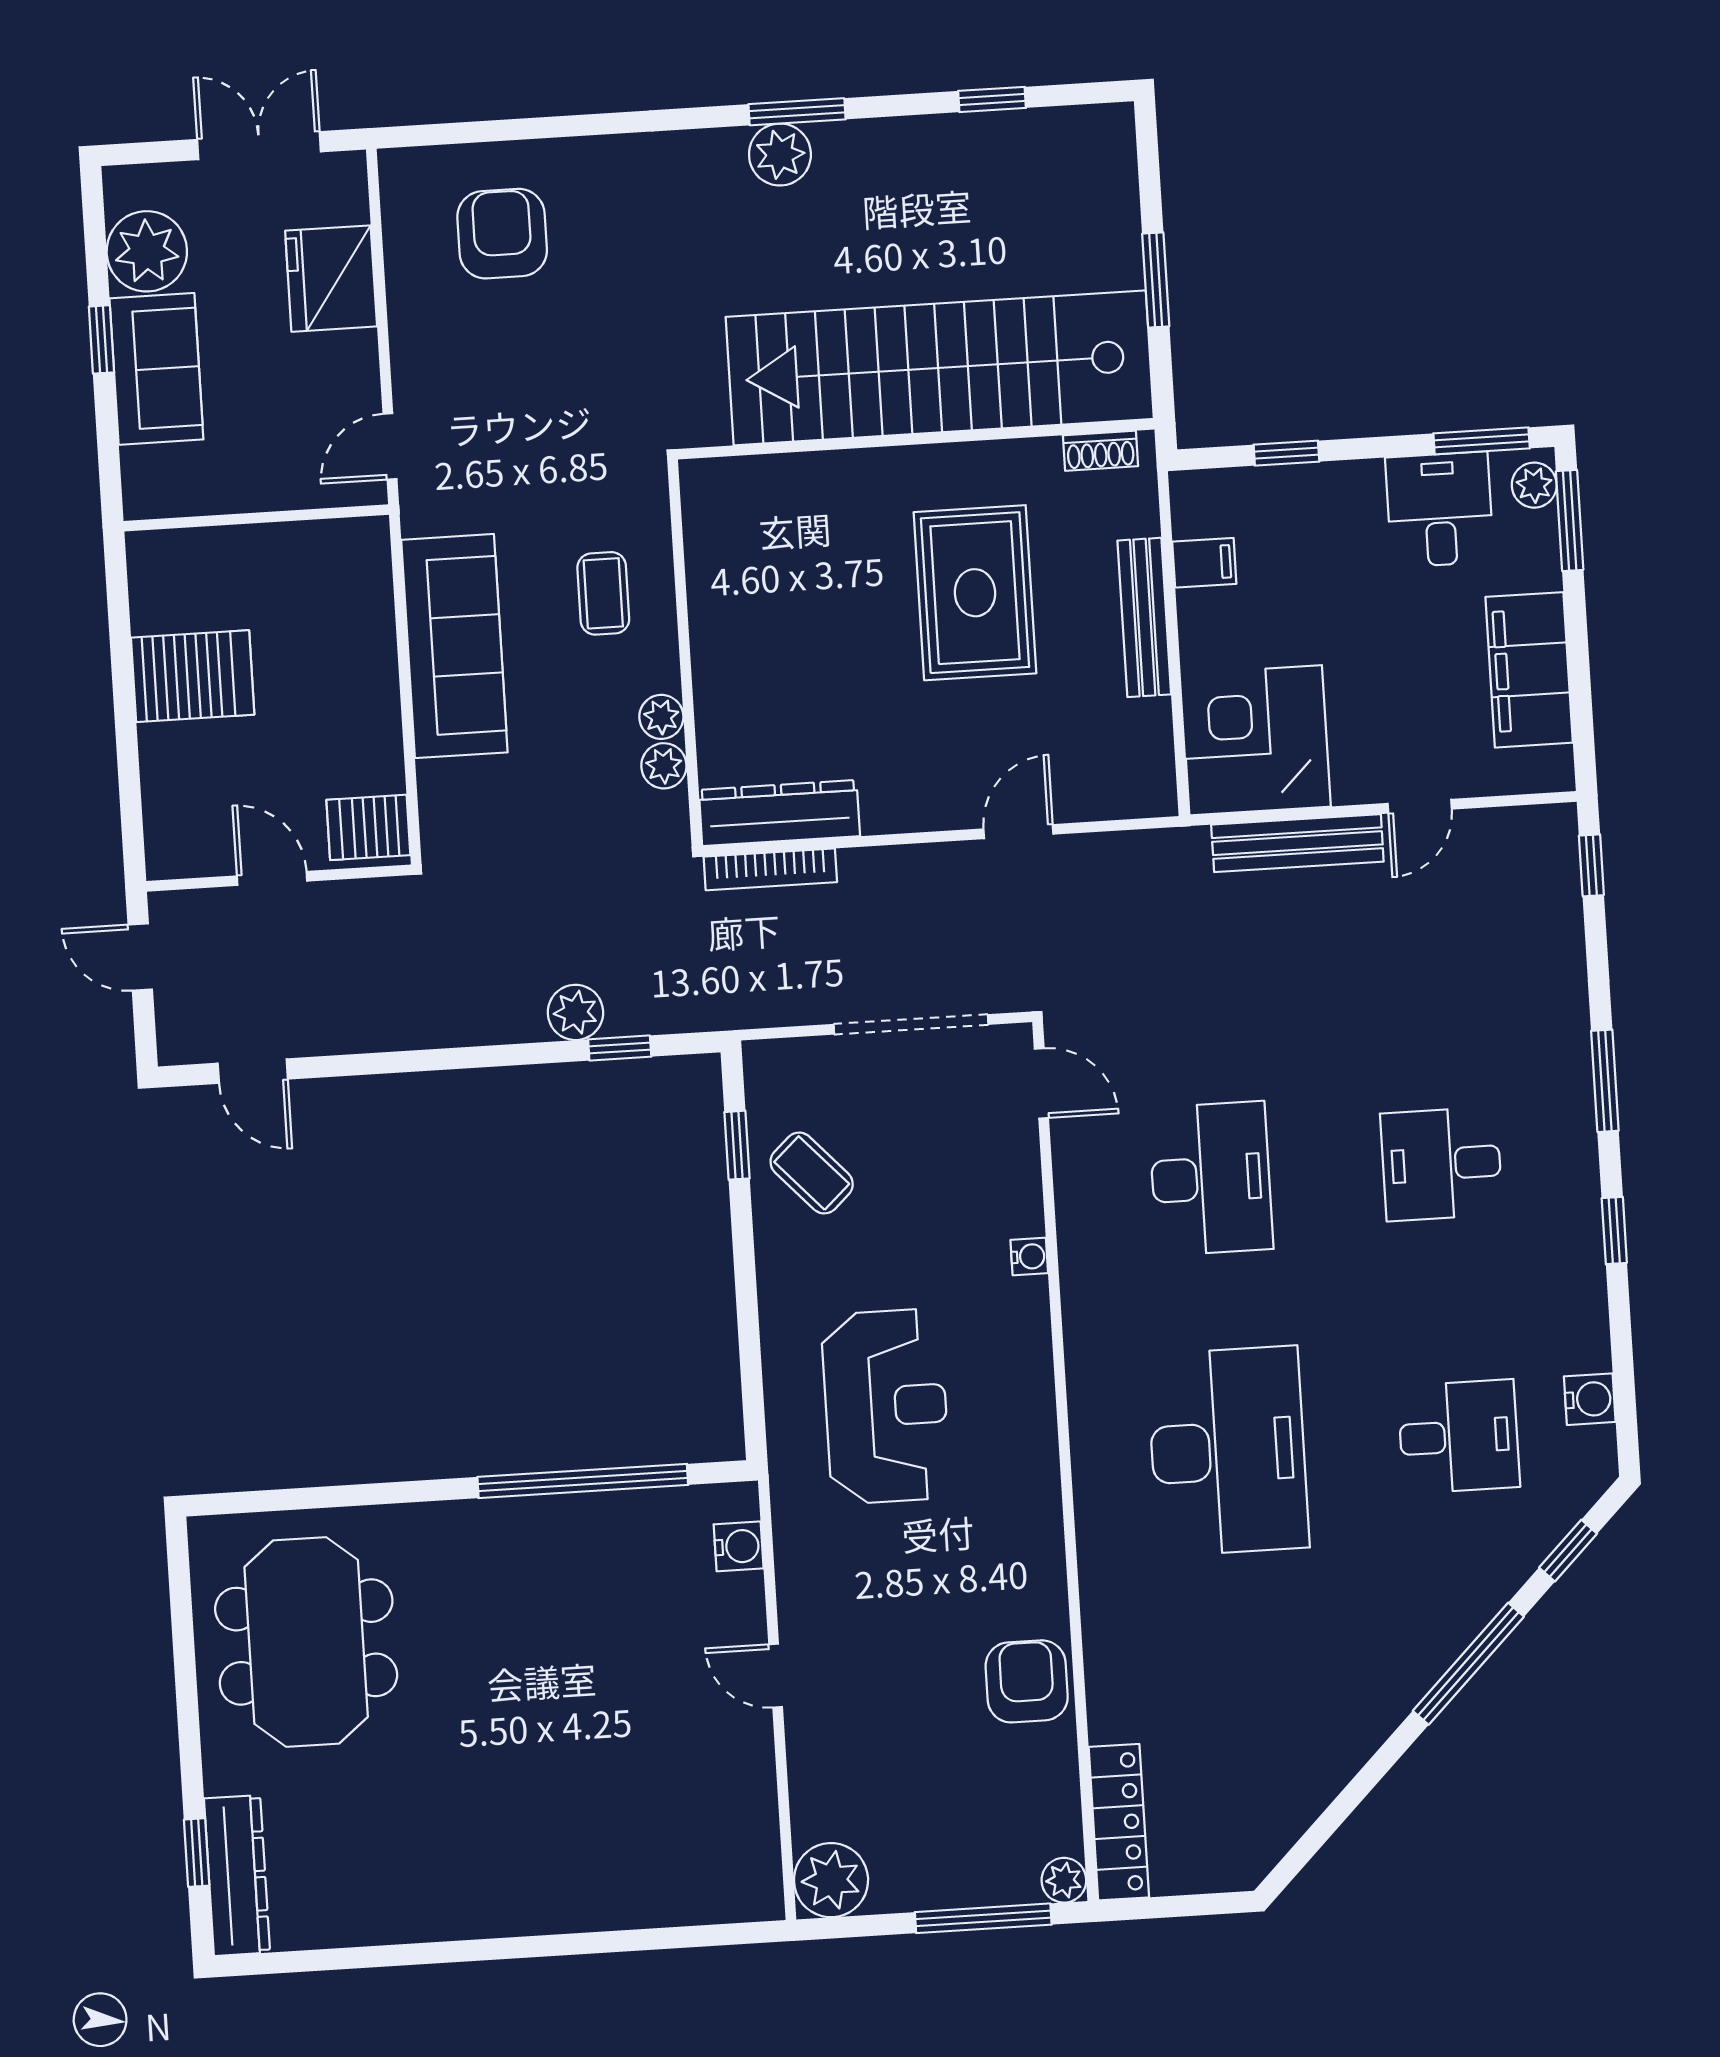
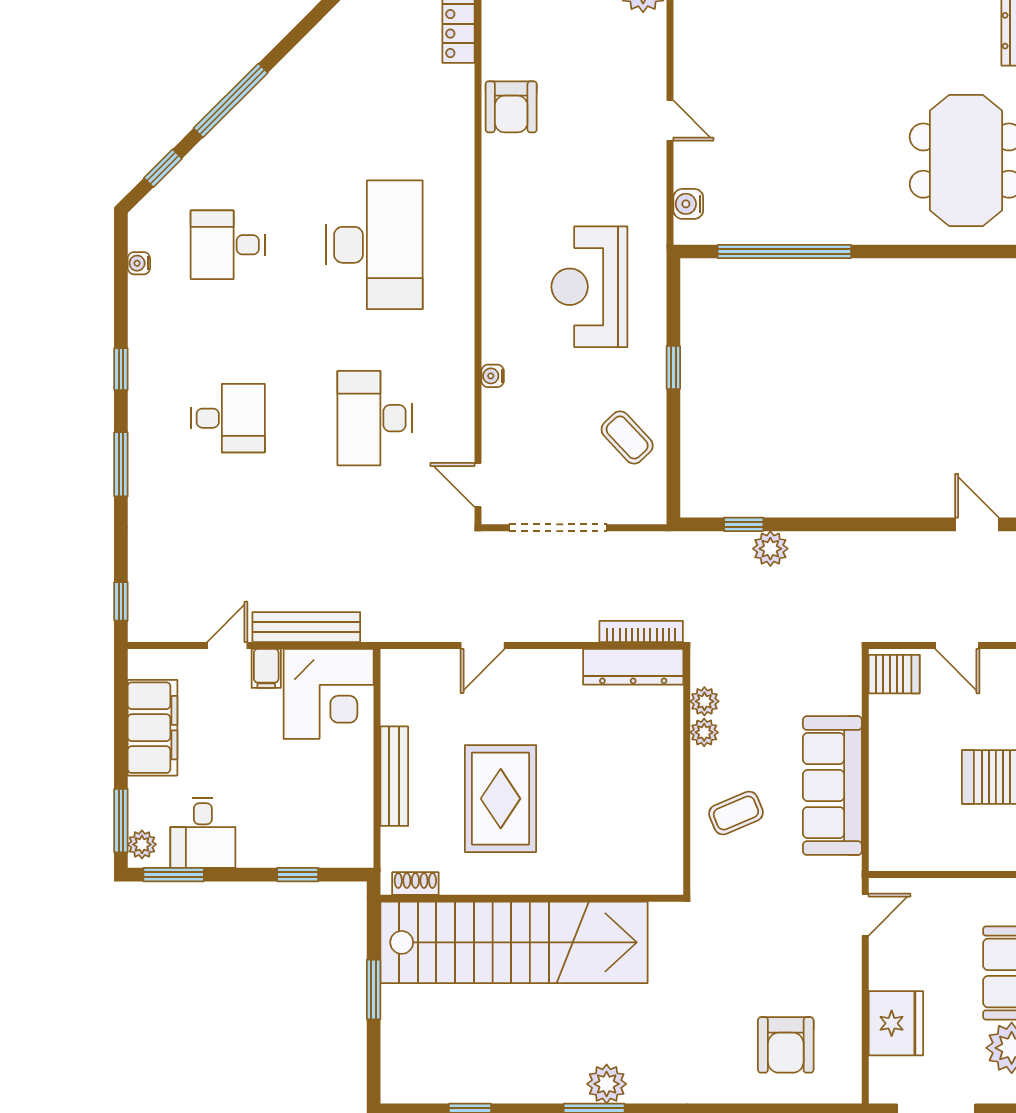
filing cabinet: (1204, 563) -> (266, 668), moved, turned -90
coffee table: (603, 593) -> (736, 813), turned 67
window: (737, 1145) -> (673, 367), moved
water cooler: (1590, 1399) -> (139, 263), width x0.72, depth x0.72
desk: (1228, 1451) -> (374, 245), turned 180

